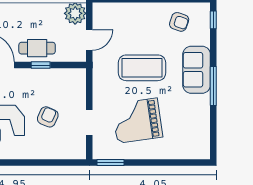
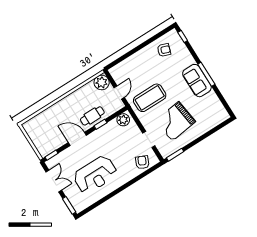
coffee table: (142, 68) -> (150, 98), moved
sofa: (197, 70) -> (197, 81), moved
plant: (73, 77) -> (123, 120), added
armchair: (48, 117) -> (142, 162), moved

